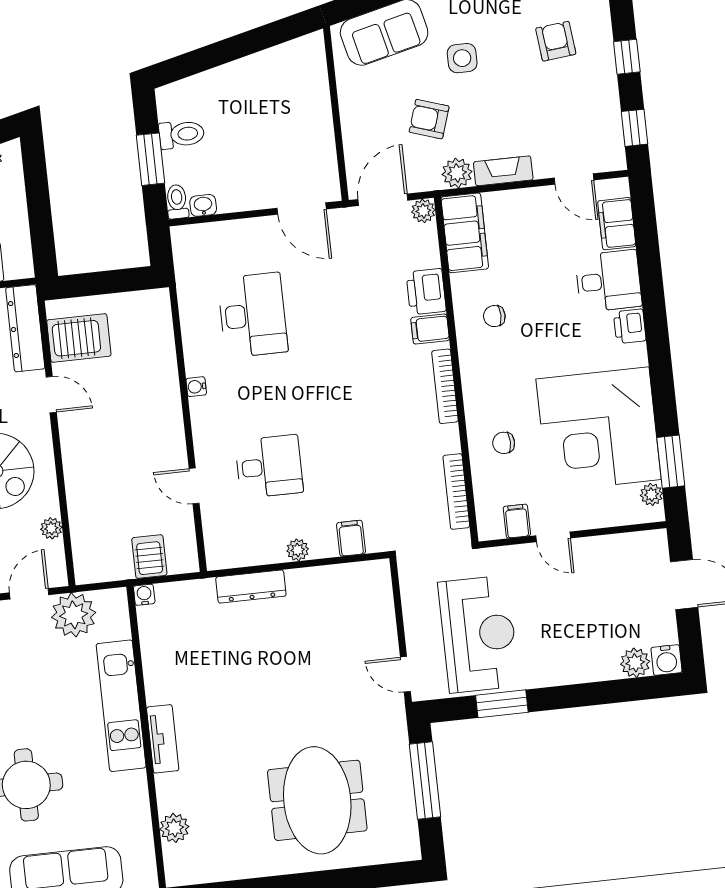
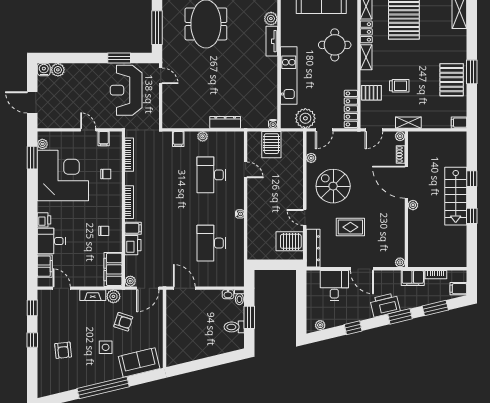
desk: (269, 466) -> (211, 175), width x1.37
server rack: (149, 556) -> (271, 145), width x1.36, depth x1.44
tv unit: (163, 739) -> (272, 41), moved

